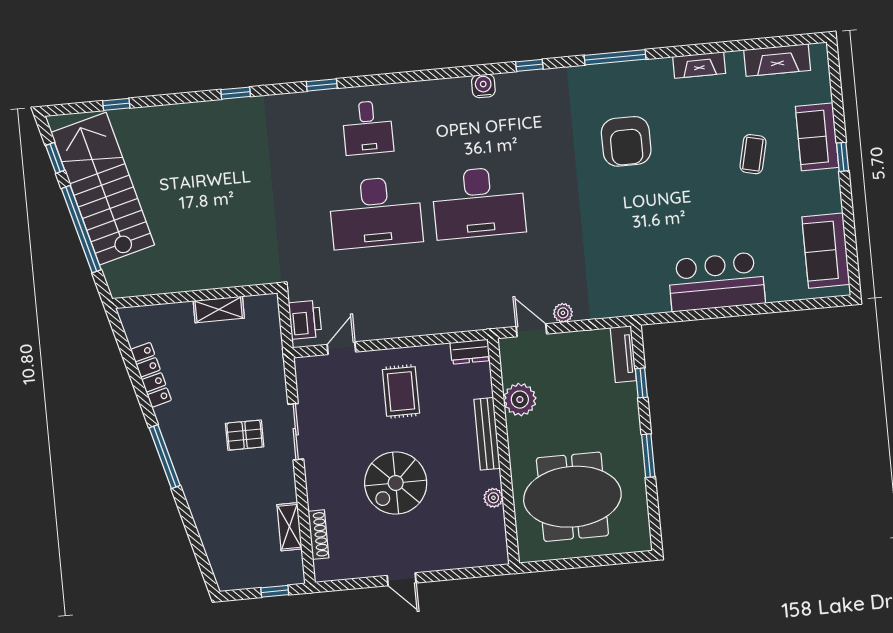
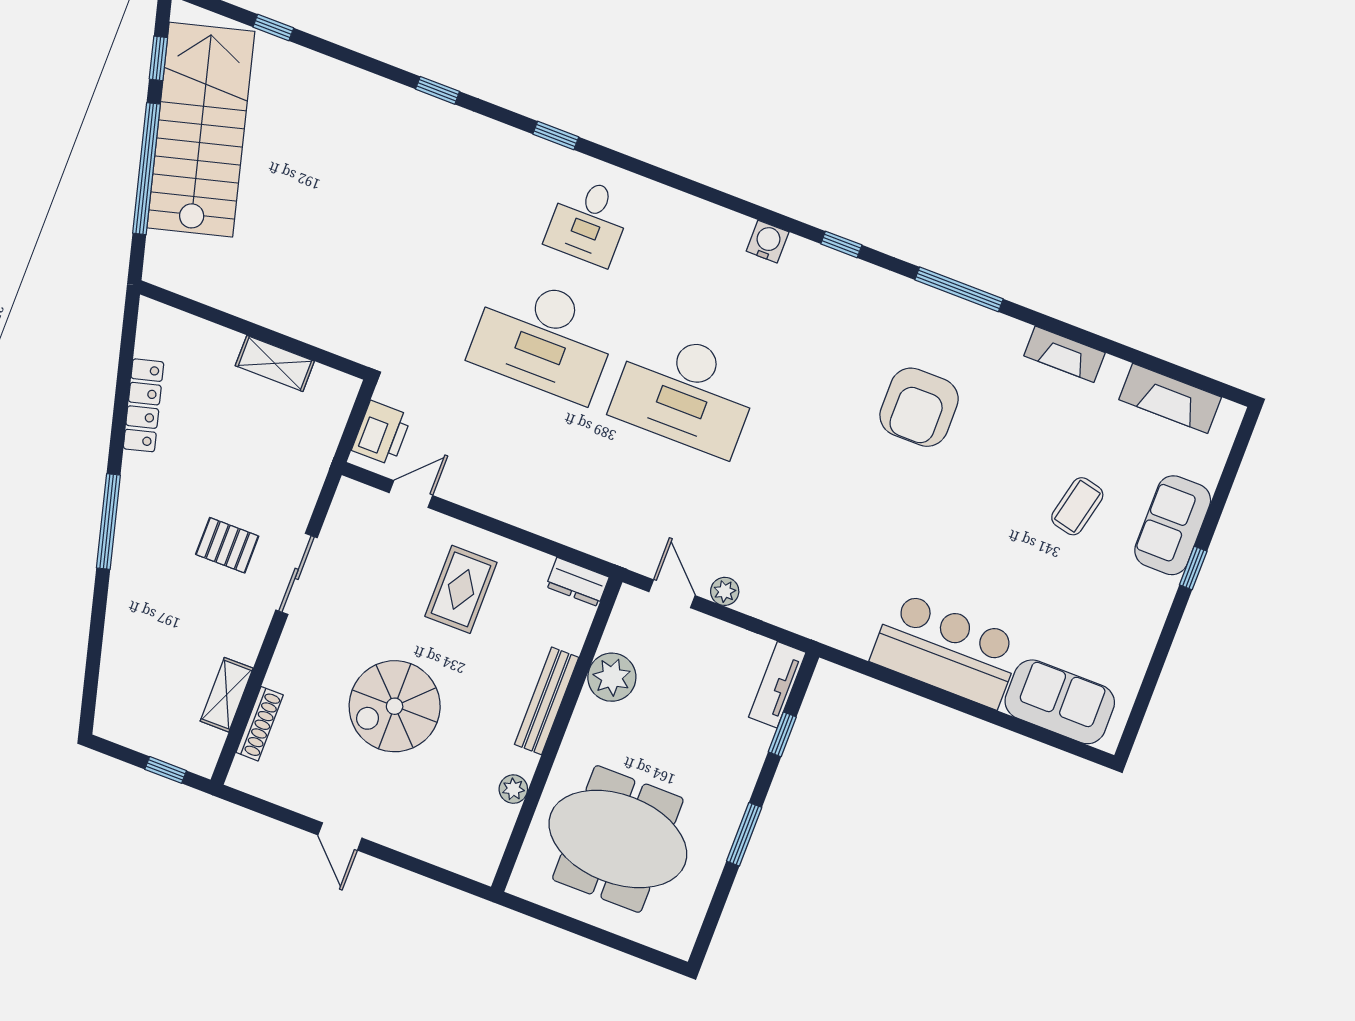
sofa: (826, 251) -> (1060, 702), moved, turned 90

